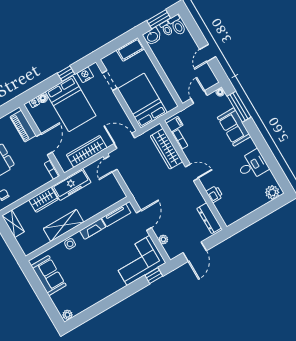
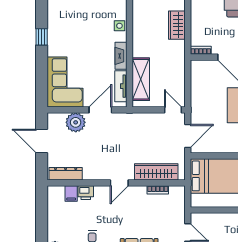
filing cabinet: (174, 124) -> (71, 193), moved
wardrobe: (87, 151) -> (199, 94), removed
freezer: (71, 184) -> (176, 60), removed
door: (144, 220) -> (100, 110), swing flipped
shelving: (64, 225) -> (141, 79), moved
plant: (163, 239) -> (76, 122), width x1.88, depth x1.88
window: (154, 276) -> (42, 37), moved

